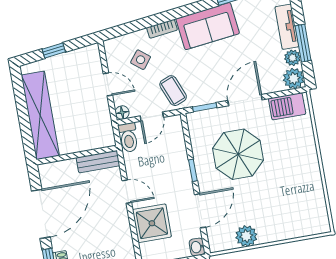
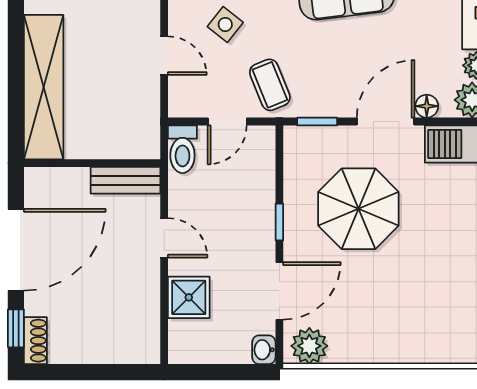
floor lamp: (122, 113) -> (427, 106), moved
shower: (152, 223) -> (189, 297), width x0.73, depth x0.73
plant: (246, 236) -> (309, 346), moved

